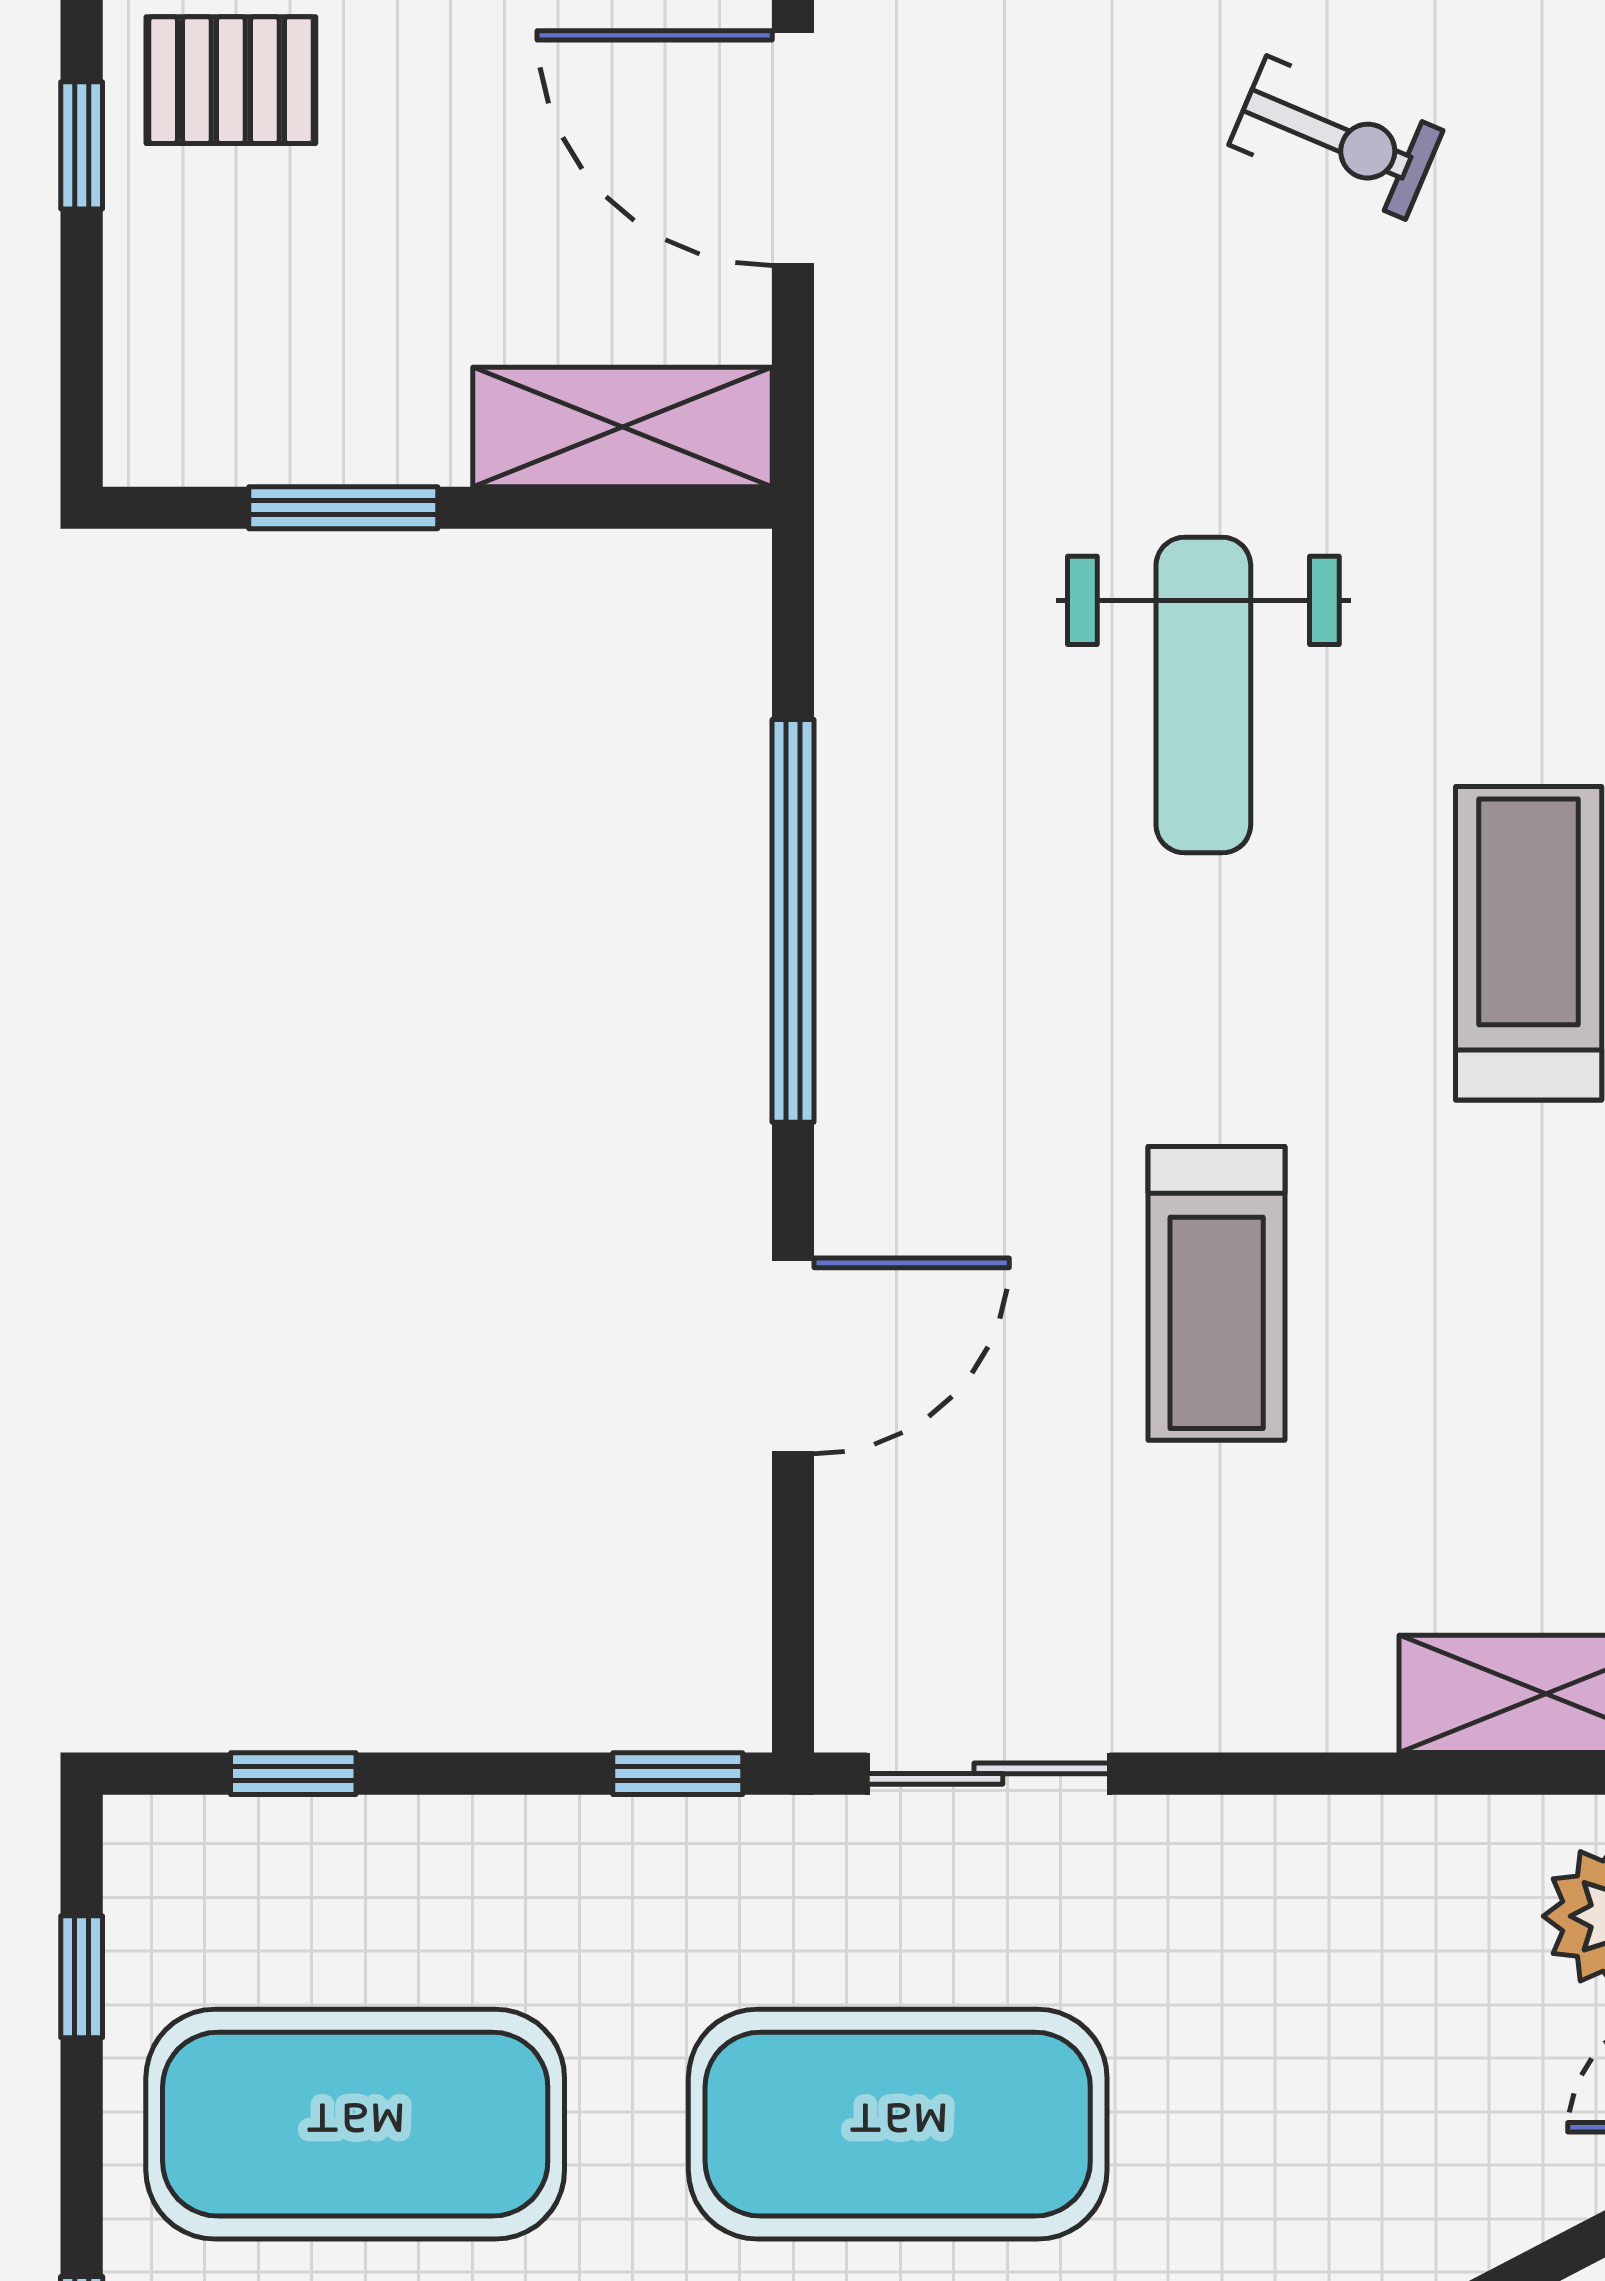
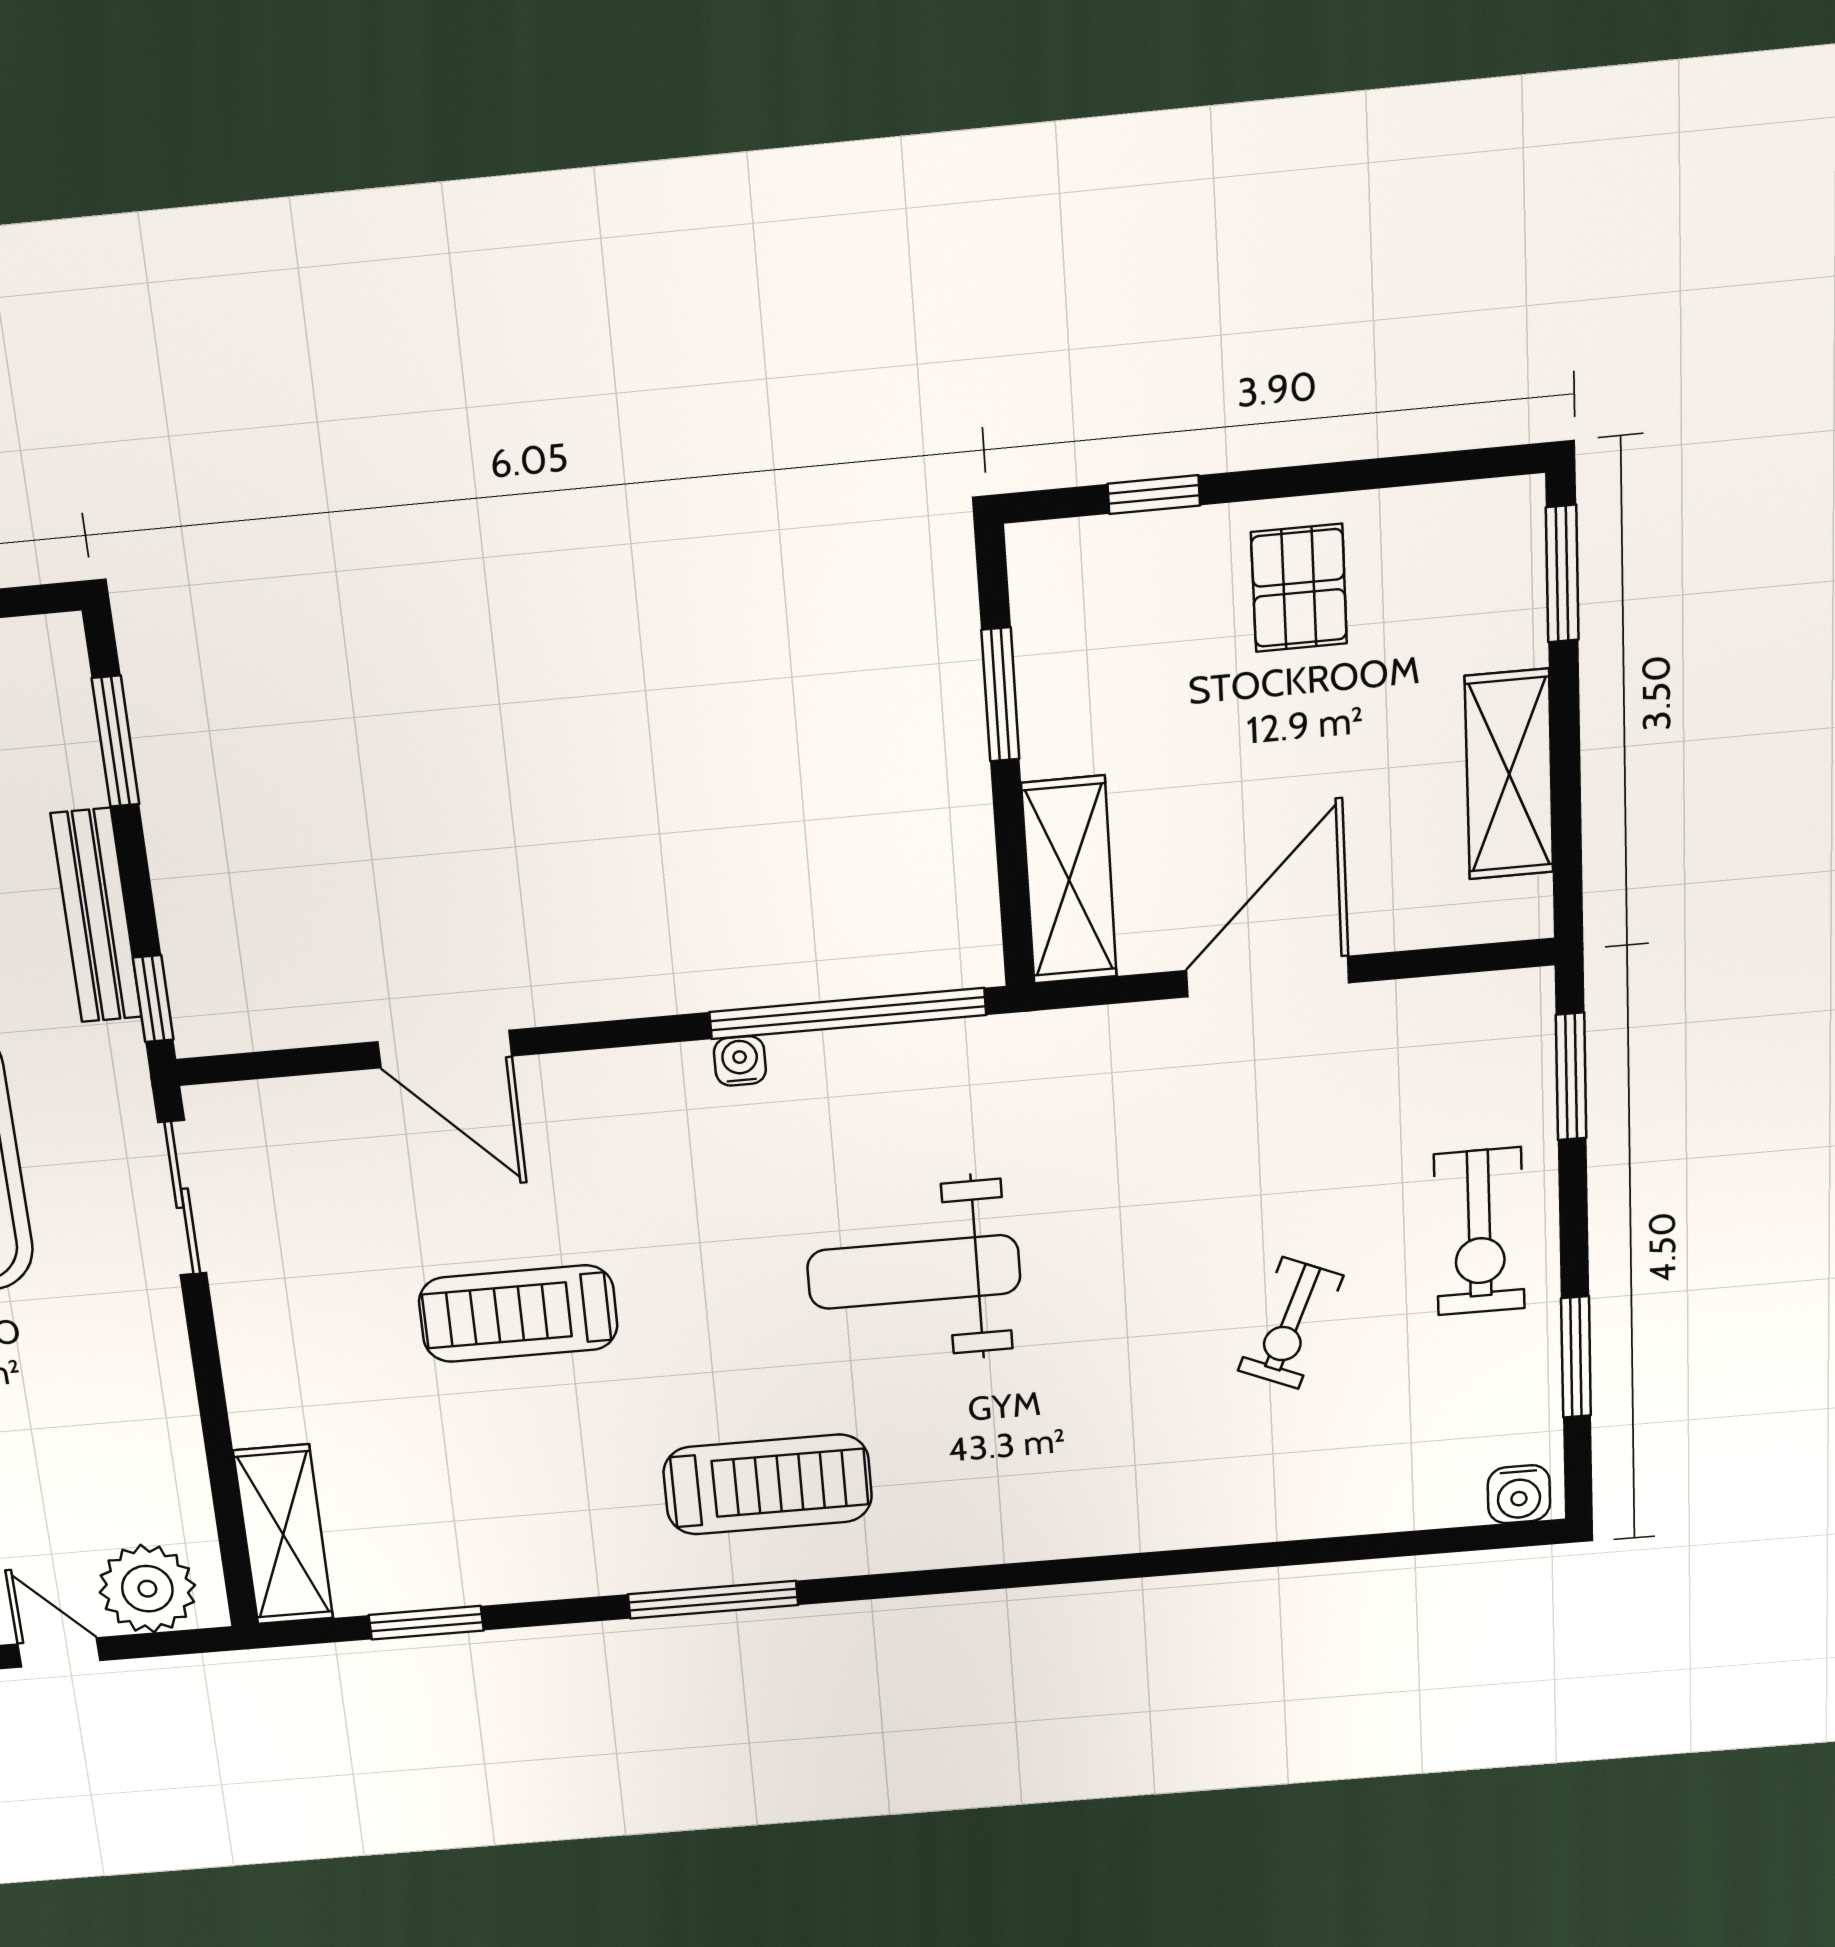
window: (82, 145) -> (1154, 495), moved
window: (793, 921) -> (848, 1014), moved
water cooler: (851, 925) -> (740, 1061), added
window: (293, 1774) -> (115, 741), width x1.50
bench: (546, 1839) -> (96, 916), added

